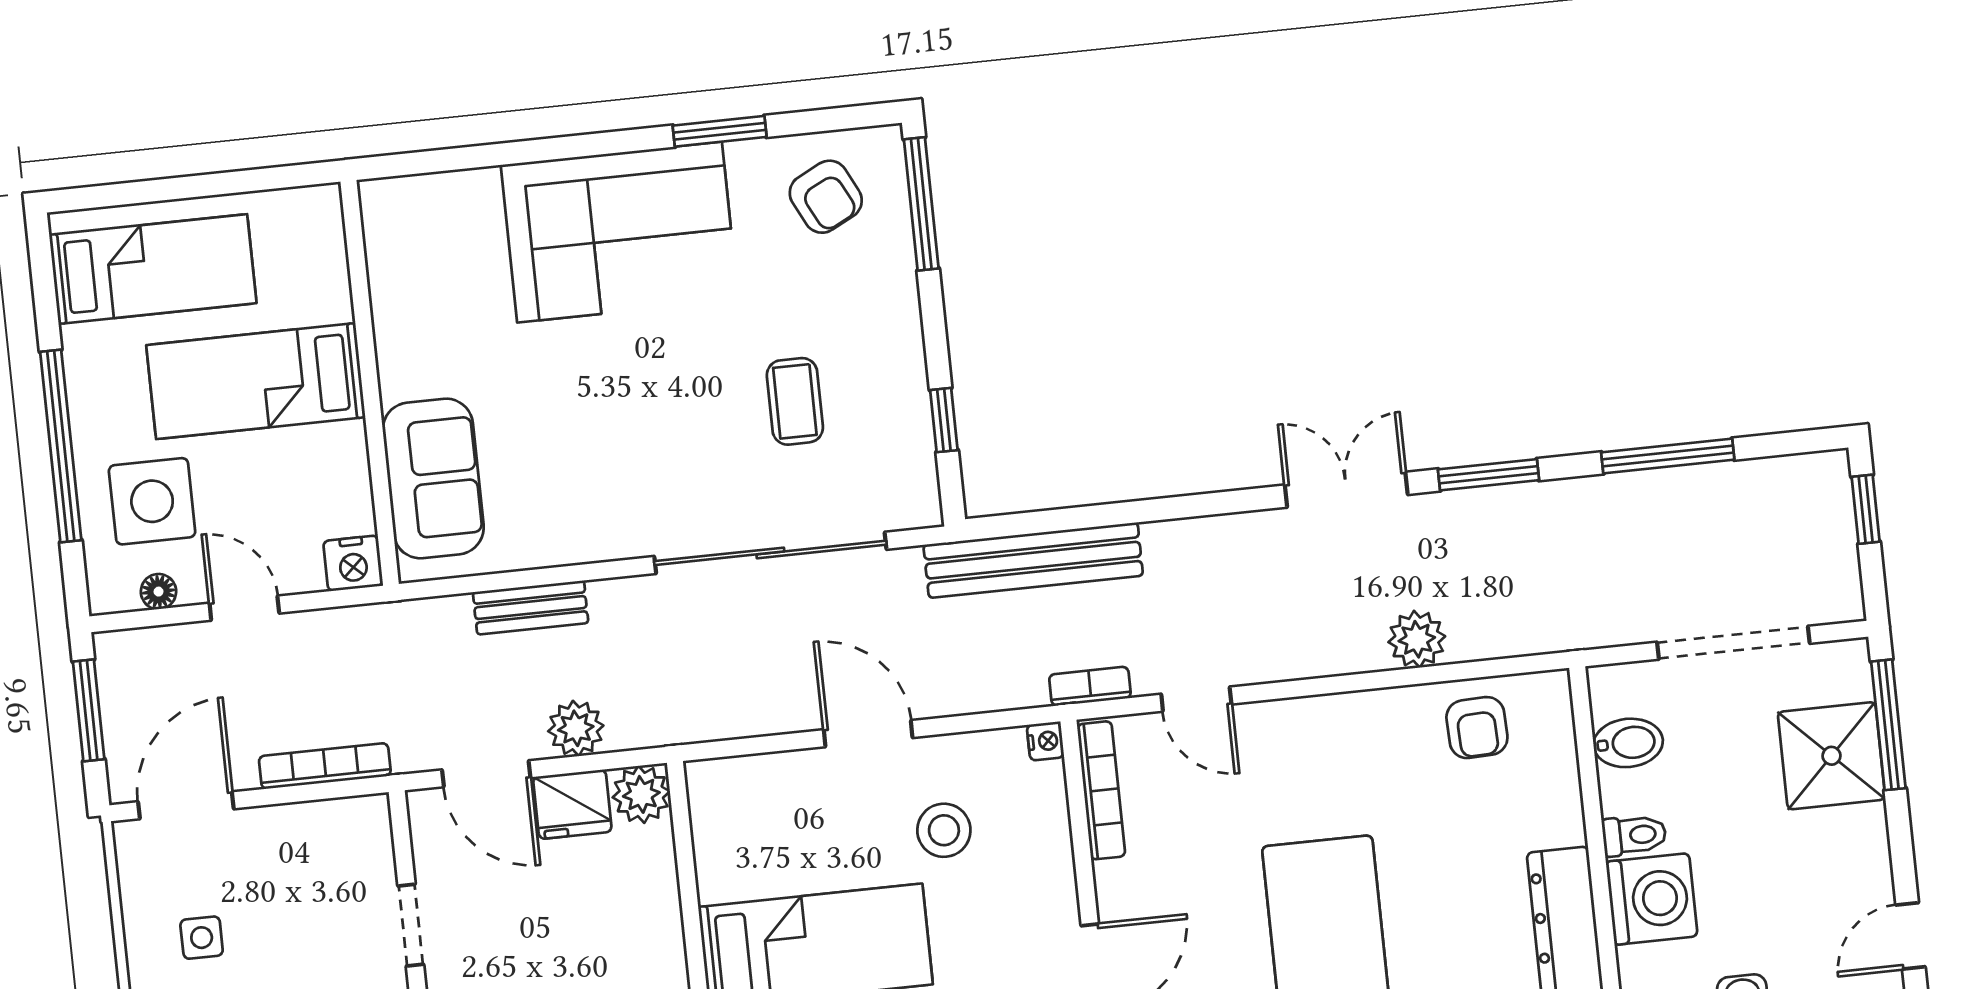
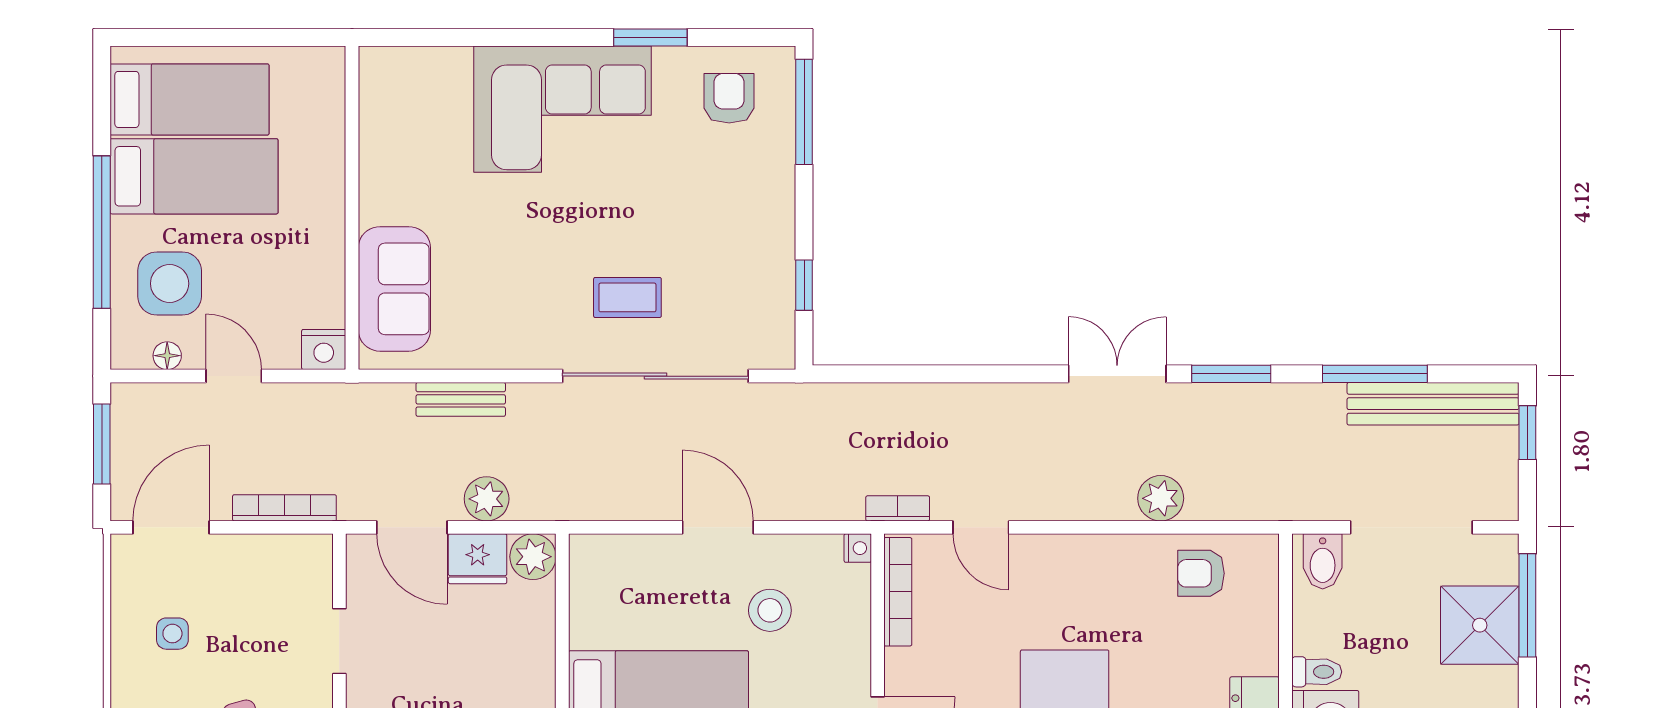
armchair: (826, 197) -> (729, 98), turned -153
bed: (256, 381) -> (194, 176), moved, turned 180
coffee table: (795, 401) -> (627, 297), moved, turned 90
bench: (1033, 560) -> (1433, 404), moved
armchair: (1477, 728) -> (1201, 573), turned 92
bidet: (1628, 743) -> (1323, 561), moved, turned 90

